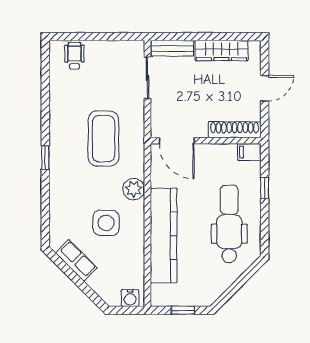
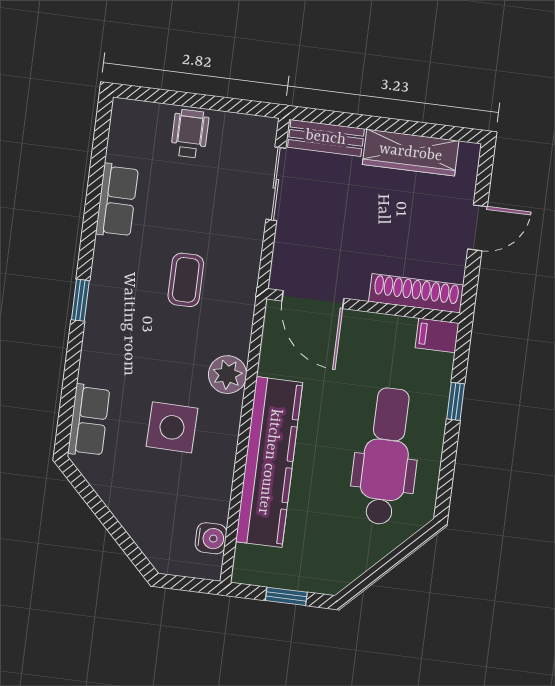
wheelchair: (74, 56) -> (190, 134), moved
row of seats: (59, 99) -> (117, 201), added
coffee table: (103, 139) -> (186, 280), width x0.54, depth x0.58
row of seats: (76, 260) -> (89, 420), moved, turned 45
water cooler: (130, 298) -> (211, 538), moved, turned -90

